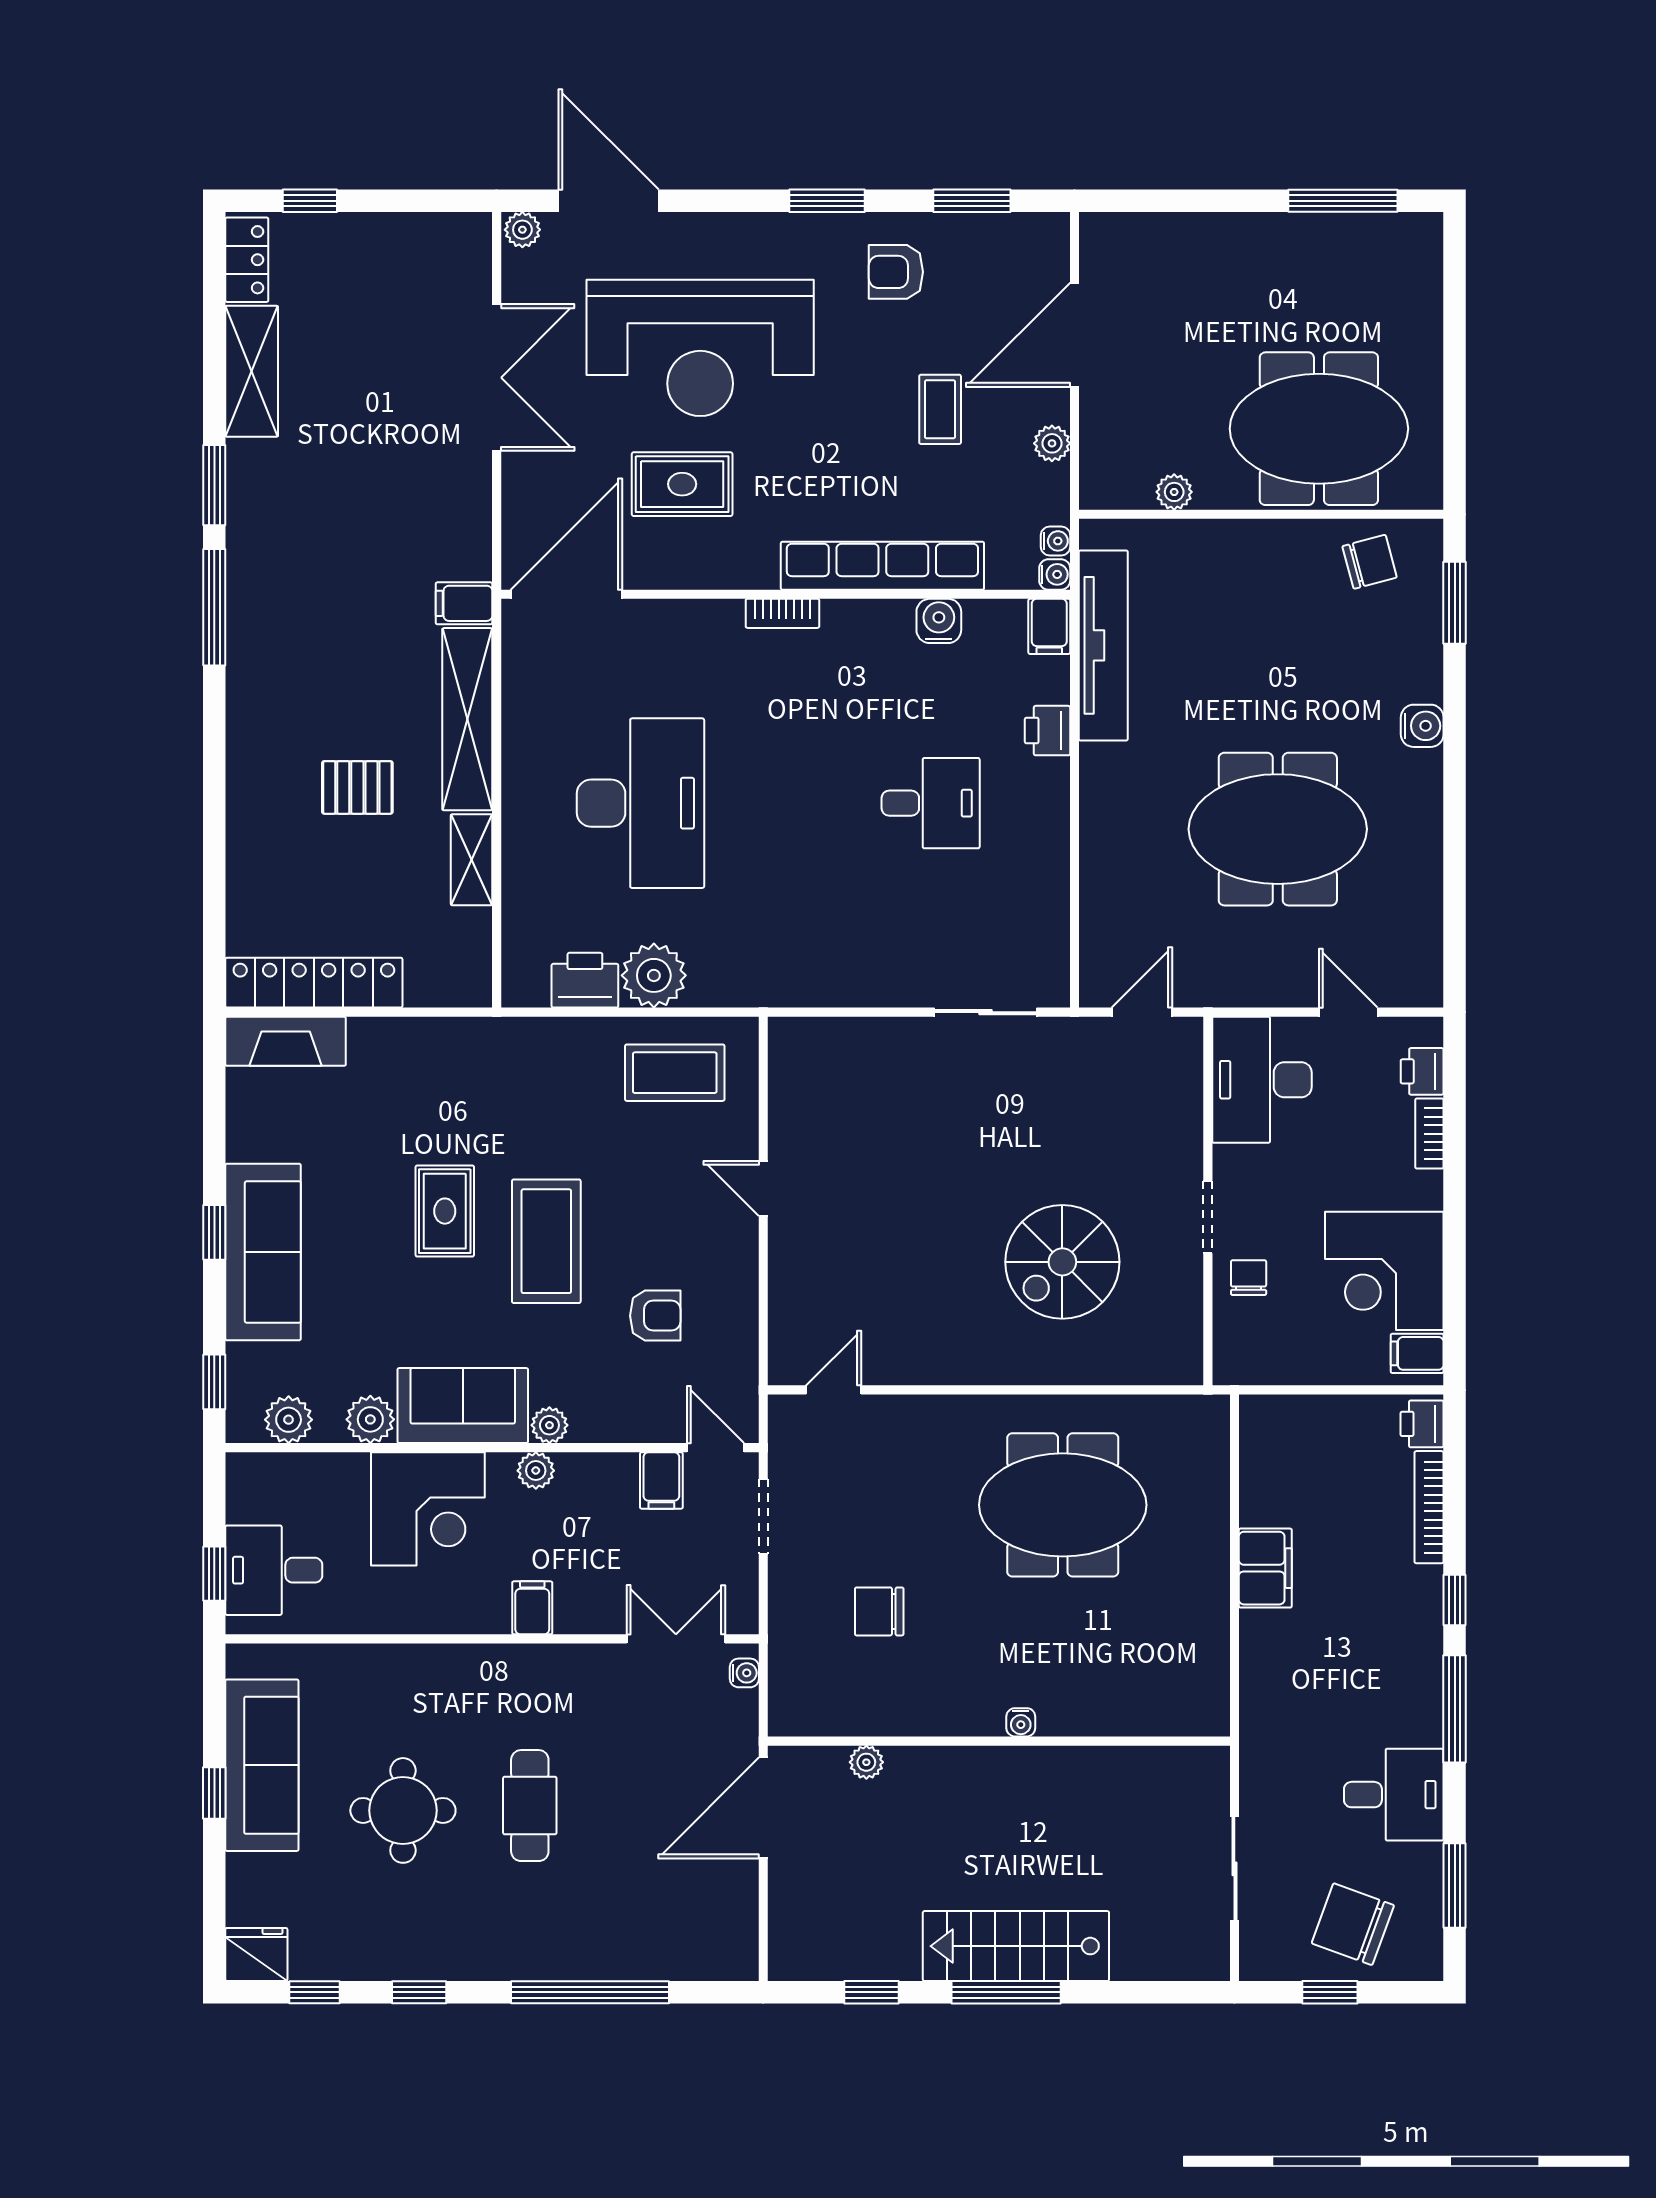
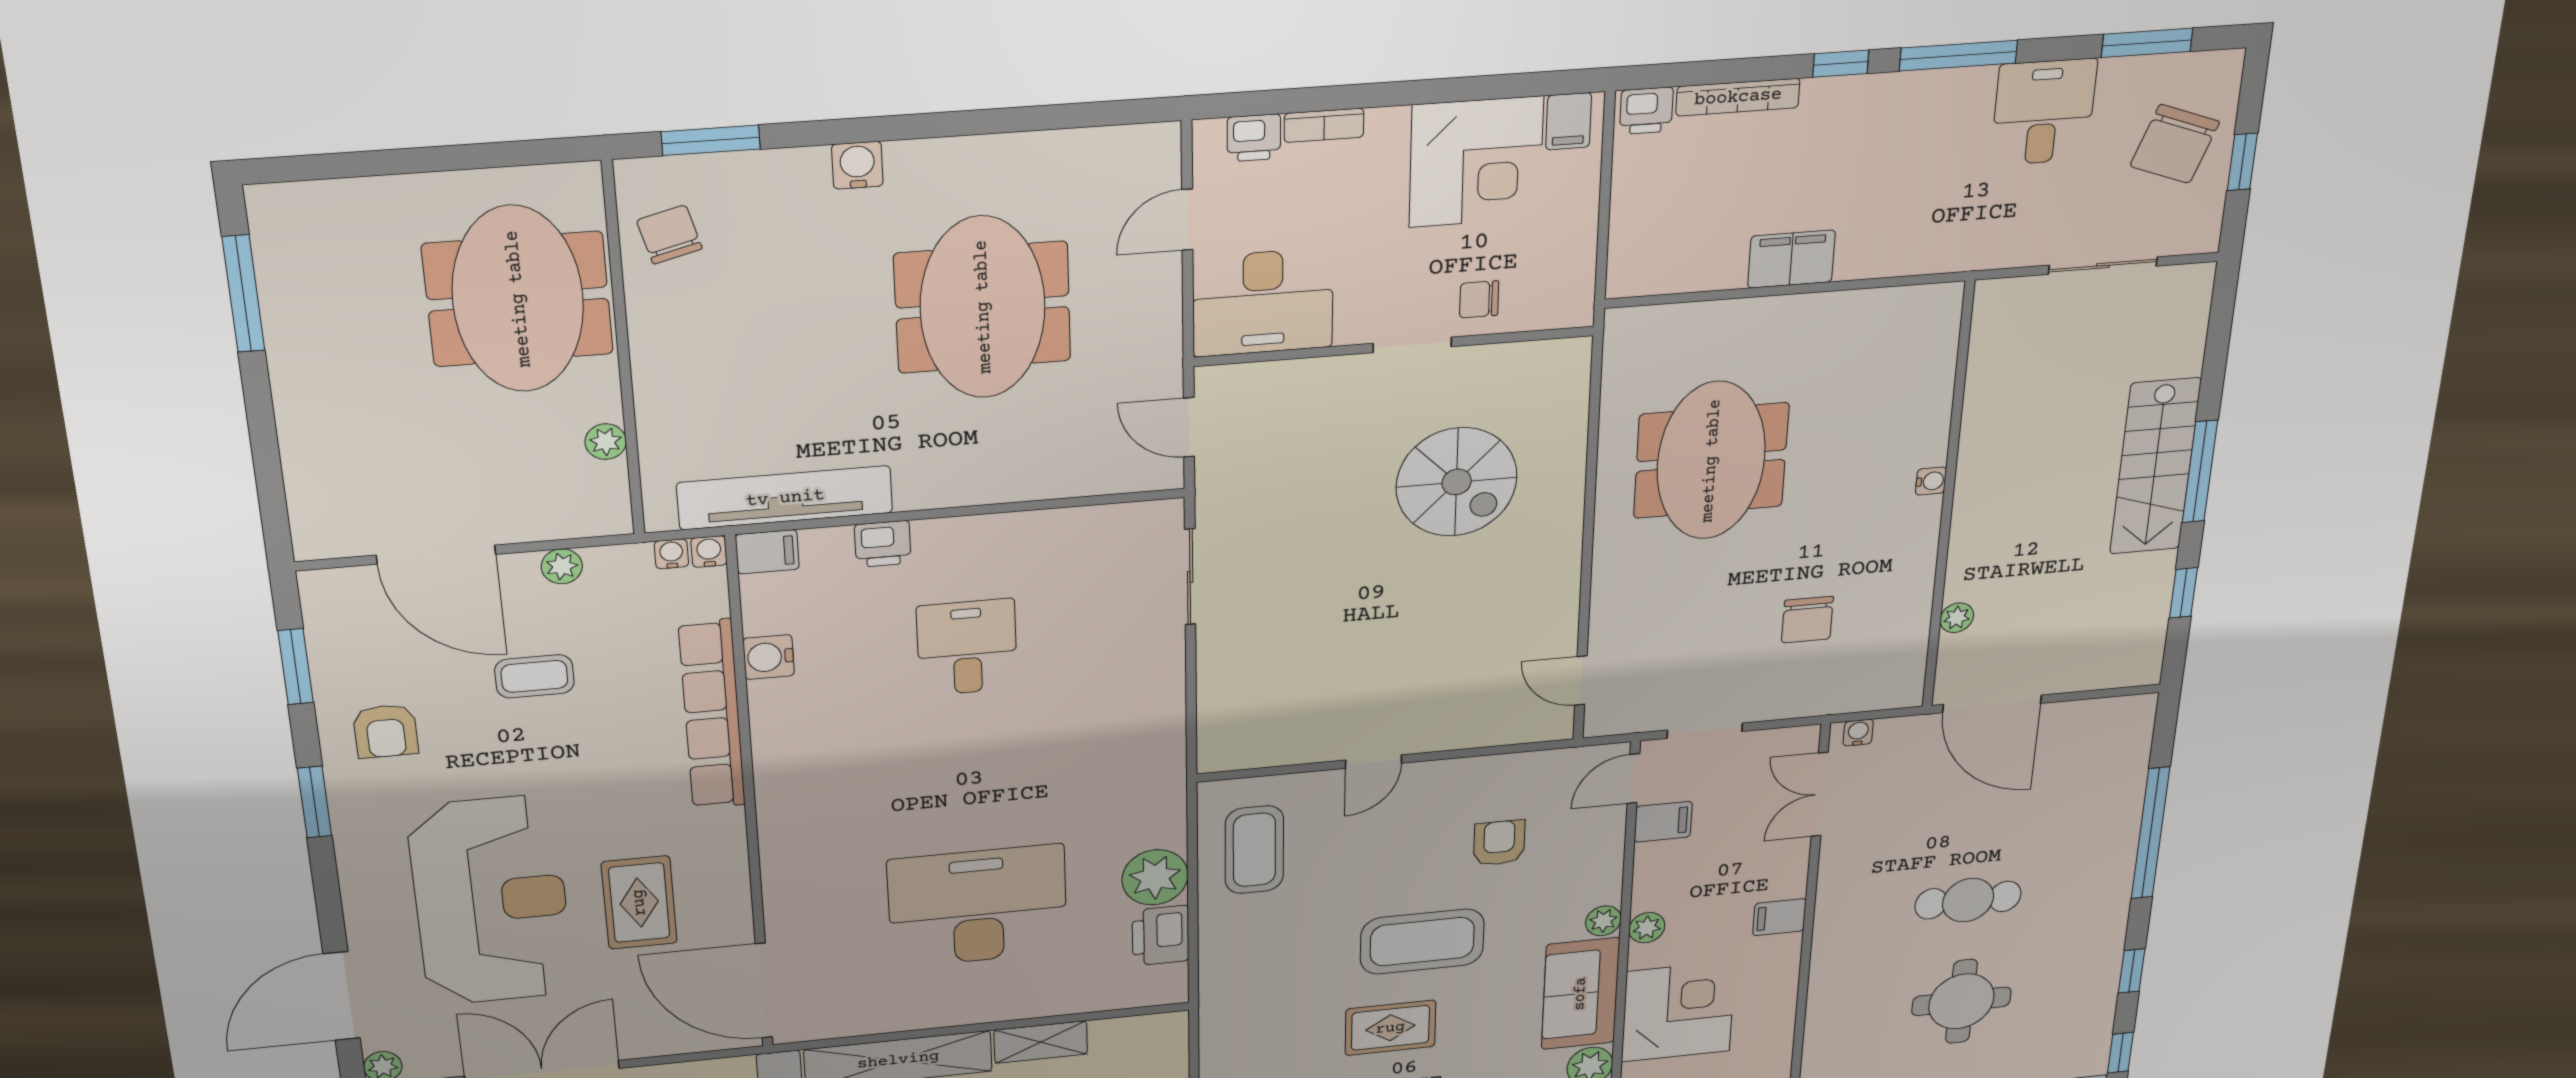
bookcase: (782, 613) -> (770, 801), removed

